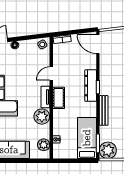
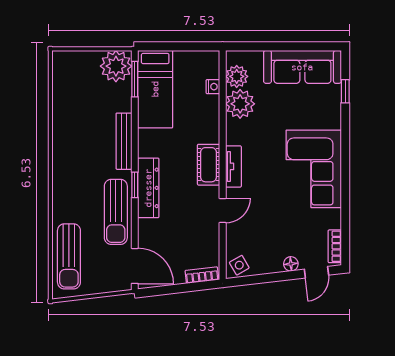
sun lounger: (108, 73) -> (116, 212), added
plant: (42, 117) -> (240, 104), moved

